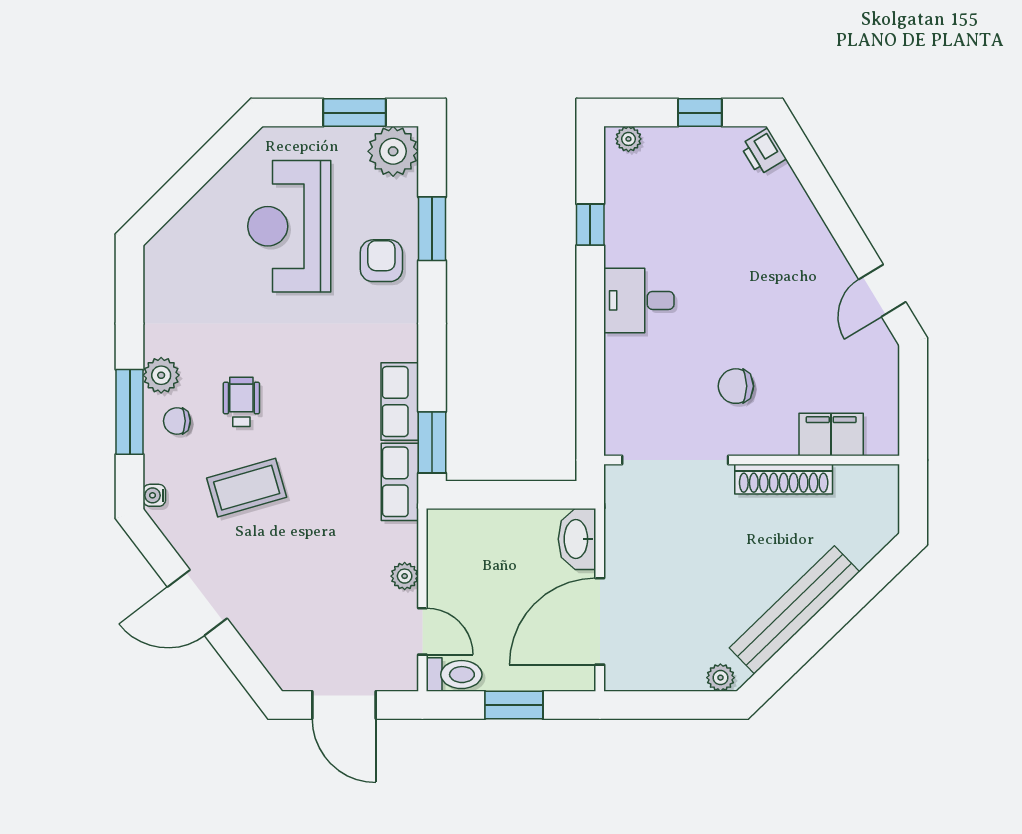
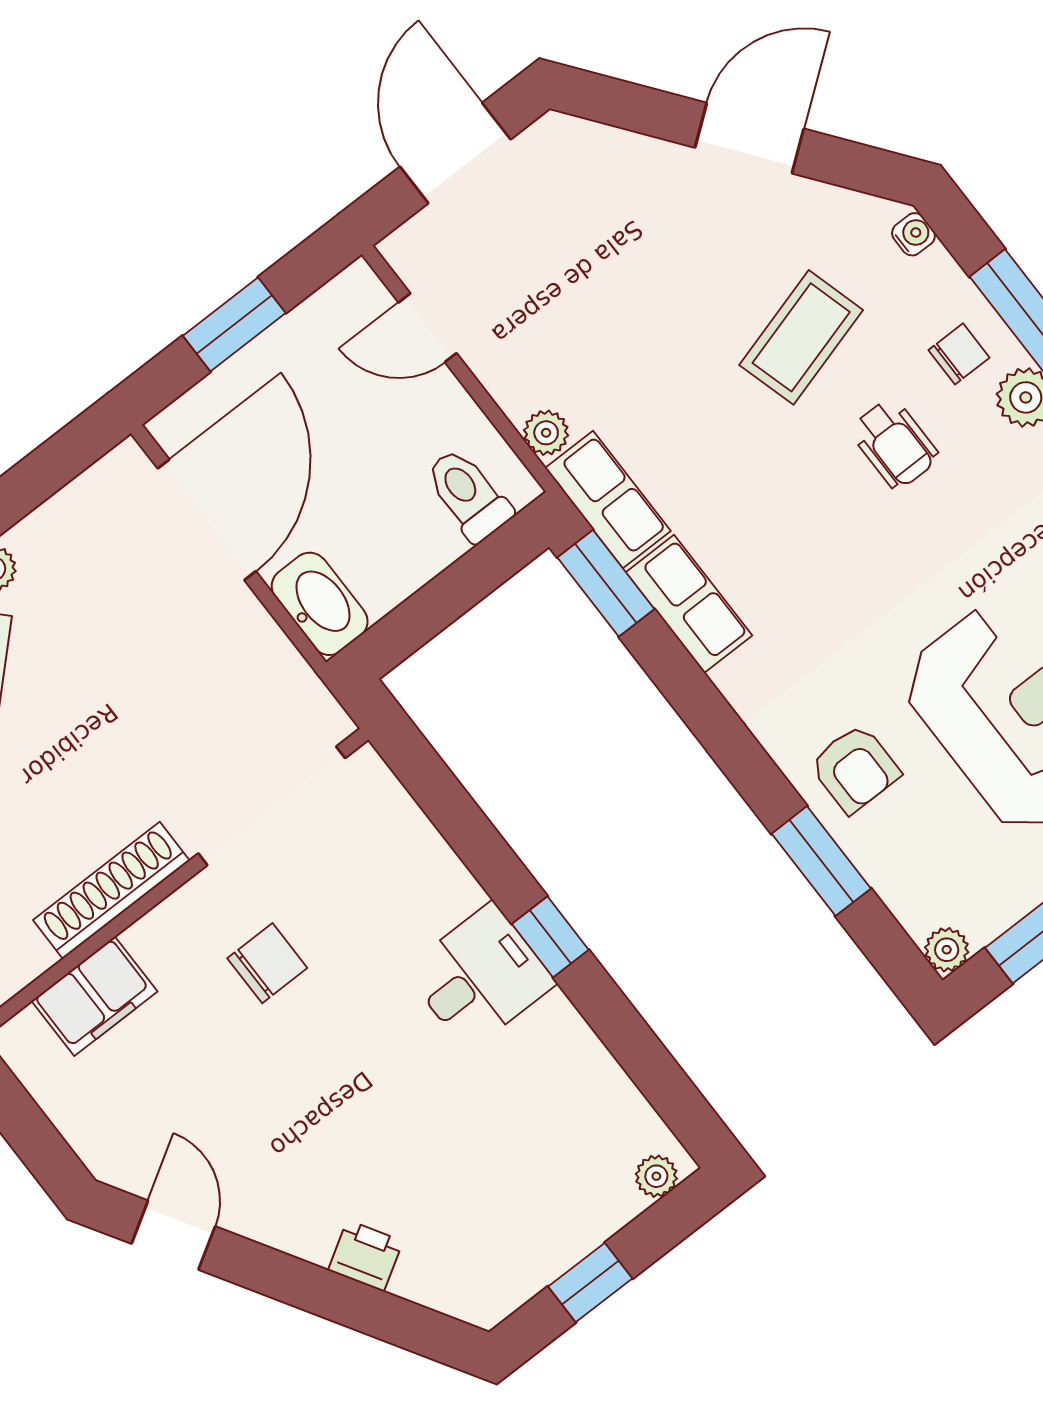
plant: (393, 151) -> (947, 950), width x0.53, depth x0.53
printer: (763, 152) -> (366, 1256), moved
window: (590, 225) -> (550, 937), moved
plant: (405, 576) -> (546, 433), moved
toilet: (454, 675) -> (468, 495), moved, turned 90
door: (344, 705) -> (455, 153), hinge flipped

